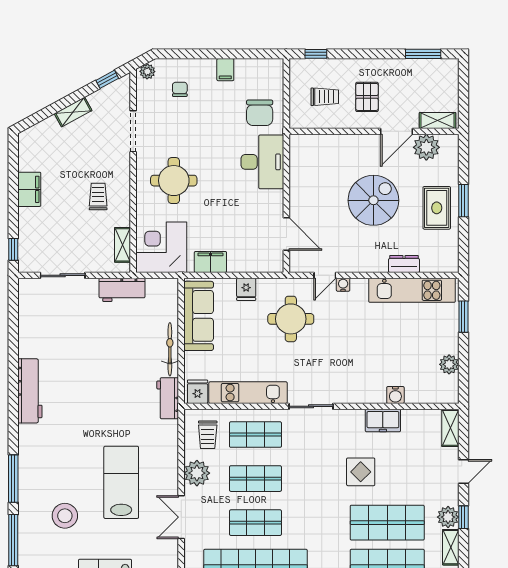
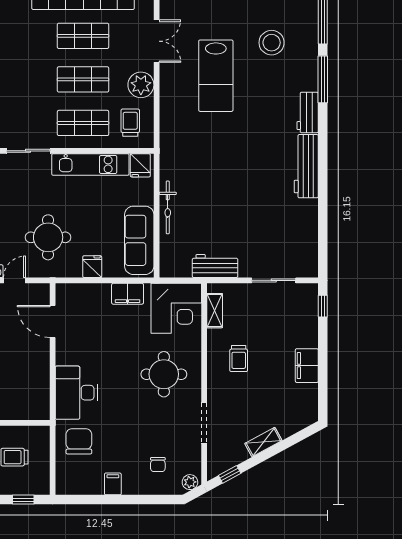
workbench: (168, 398) -> (308, 112), moved, turned 180

